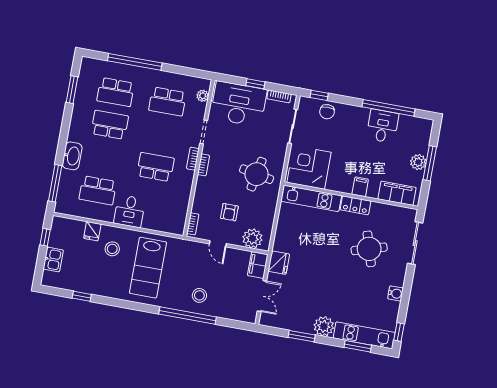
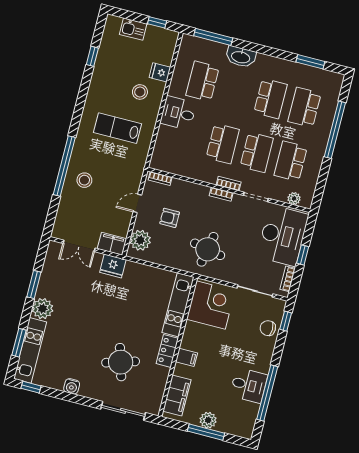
school desk: (161, 134) -> (257, 152), added
lab bench: (148, 268) -> (117, 128), width x0.73, depth x0.72

